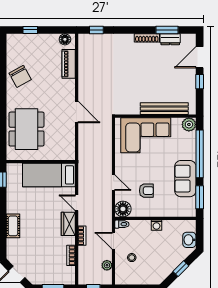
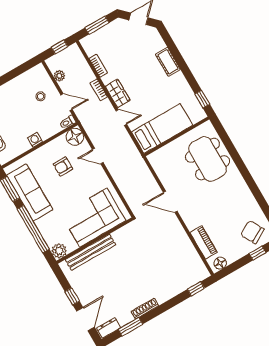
dresser: (170, 39) -> (109, 328), moved
chair: (20, 76) -> (252, 232), moved
sofa: (185, 179) -> (30, 192), width x1.36

